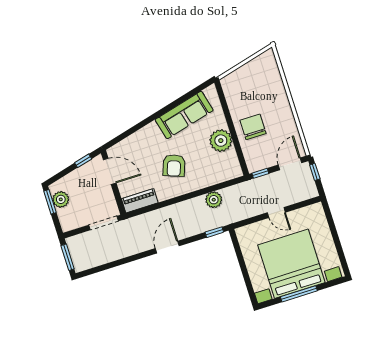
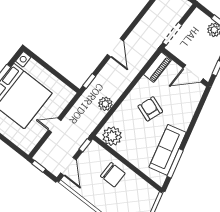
window: (186, 97) -> (175, 163), added
plant: (221, 141) -> (112, 136), moved
window: (315, 172) -> (39, 166), moved

